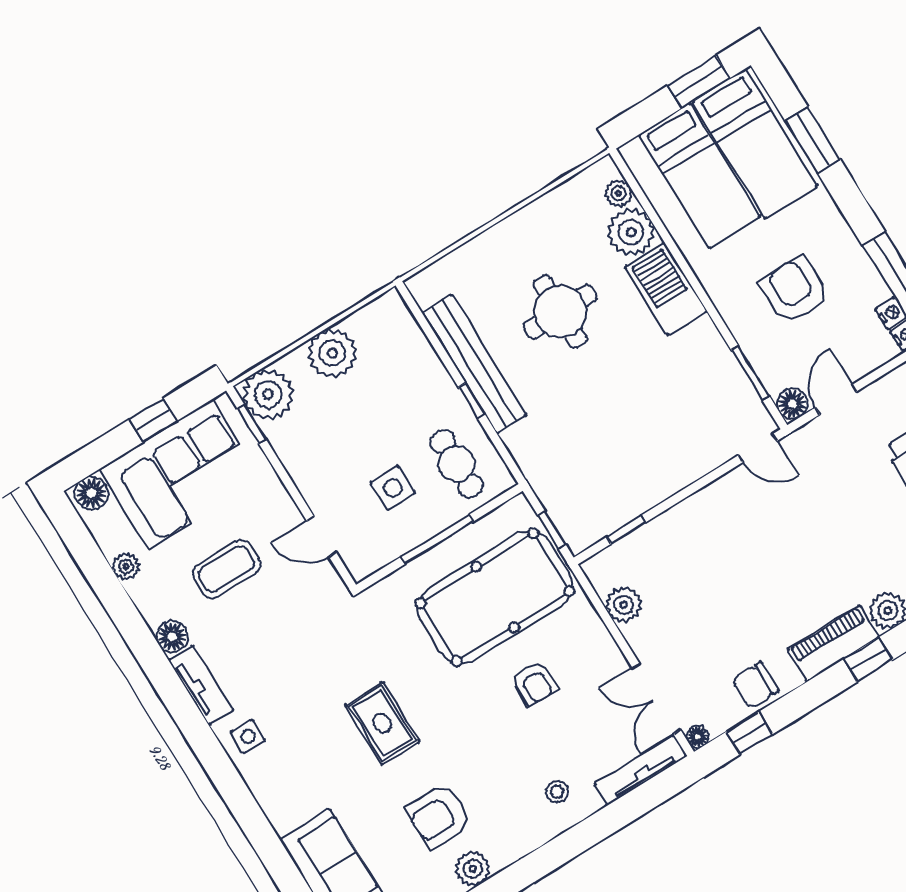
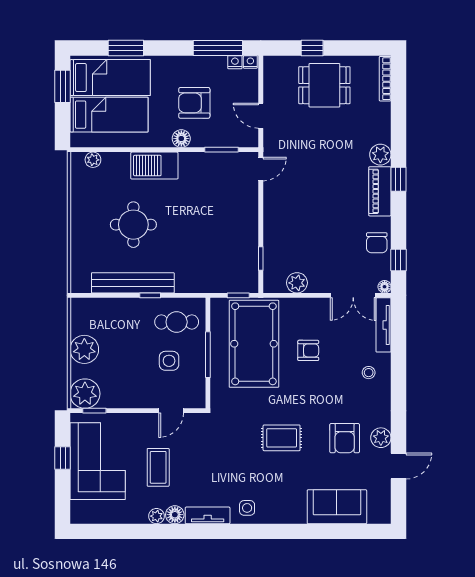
plant: (631, 232) -> (116, 166), removed
floor lamp: (792, 404) -> (181, 139), moved
floor lamp: (91, 493) -> (80, 511), removed
plant: (126, 567) -> (156, 516), moved

